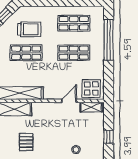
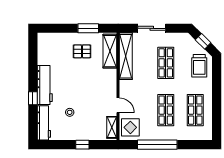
trolley: (29, 29) -> (199, 66), moved
window: (109, 40) -> (157, 145), moved
pallet: (26, 142) -> (82, 51), moved

